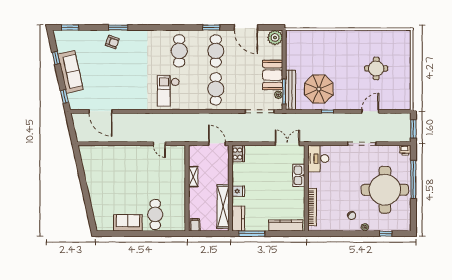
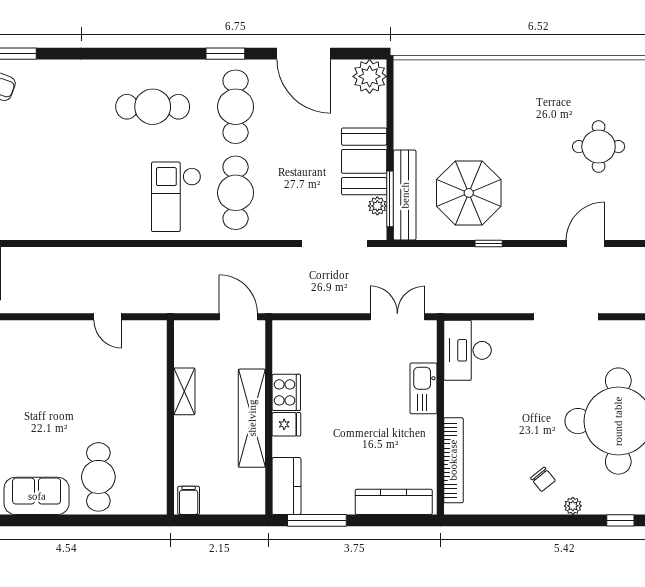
cafe table: (179, 51) -> (153, 107), turned 90
checkout: (168, 91) -> (176, 197), moved
cooker: (238, 154) -> (286, 392), moved
shelving: (223, 206) -> (252, 418), moved

